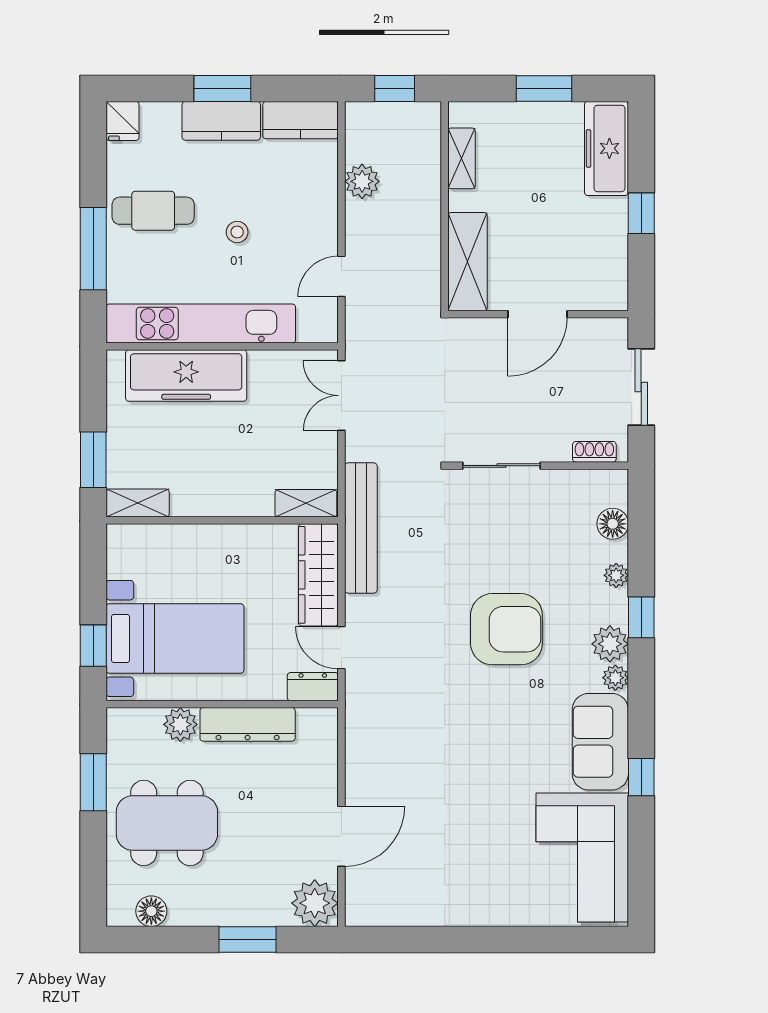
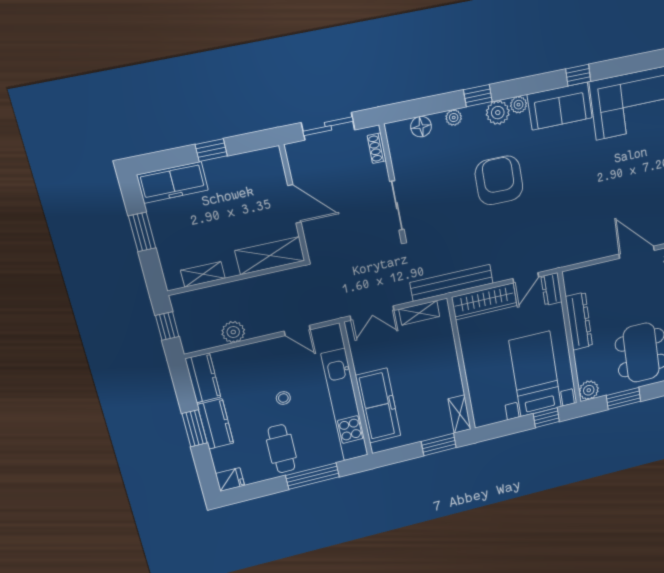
shelving: (306, 503) -> (419, 313), moved, turned 90
plant: (180, 724) -> (589, 390), moved

